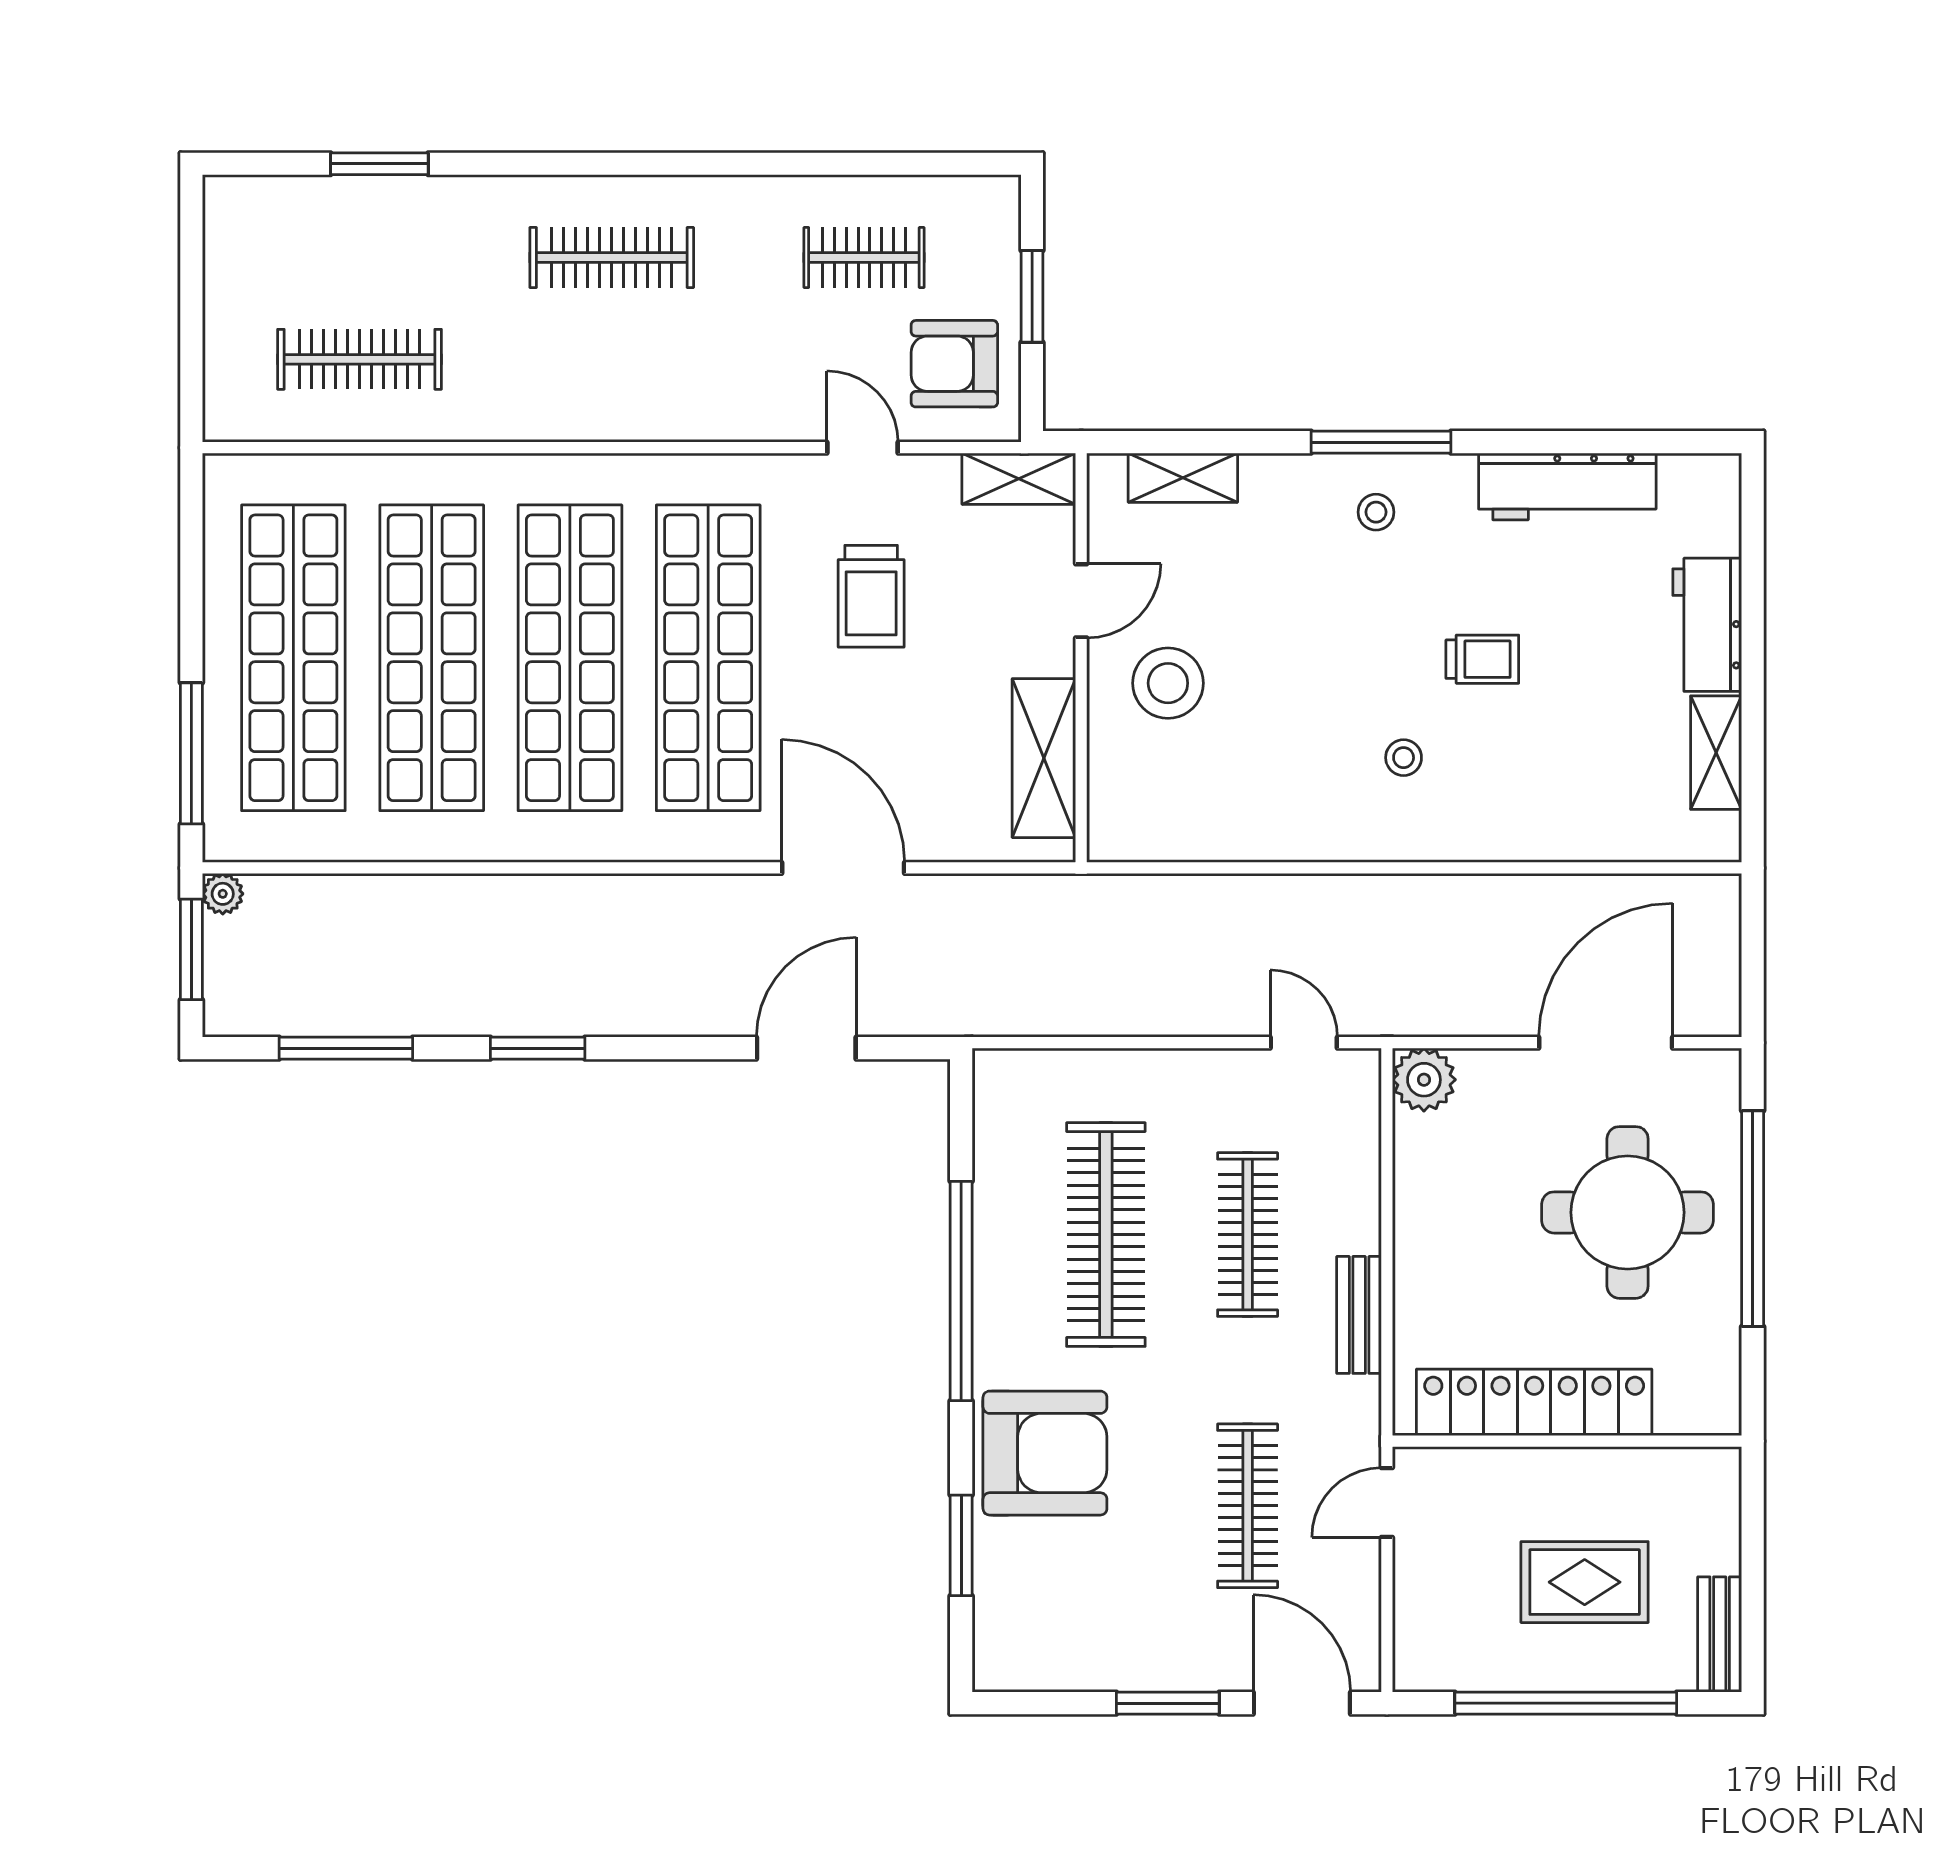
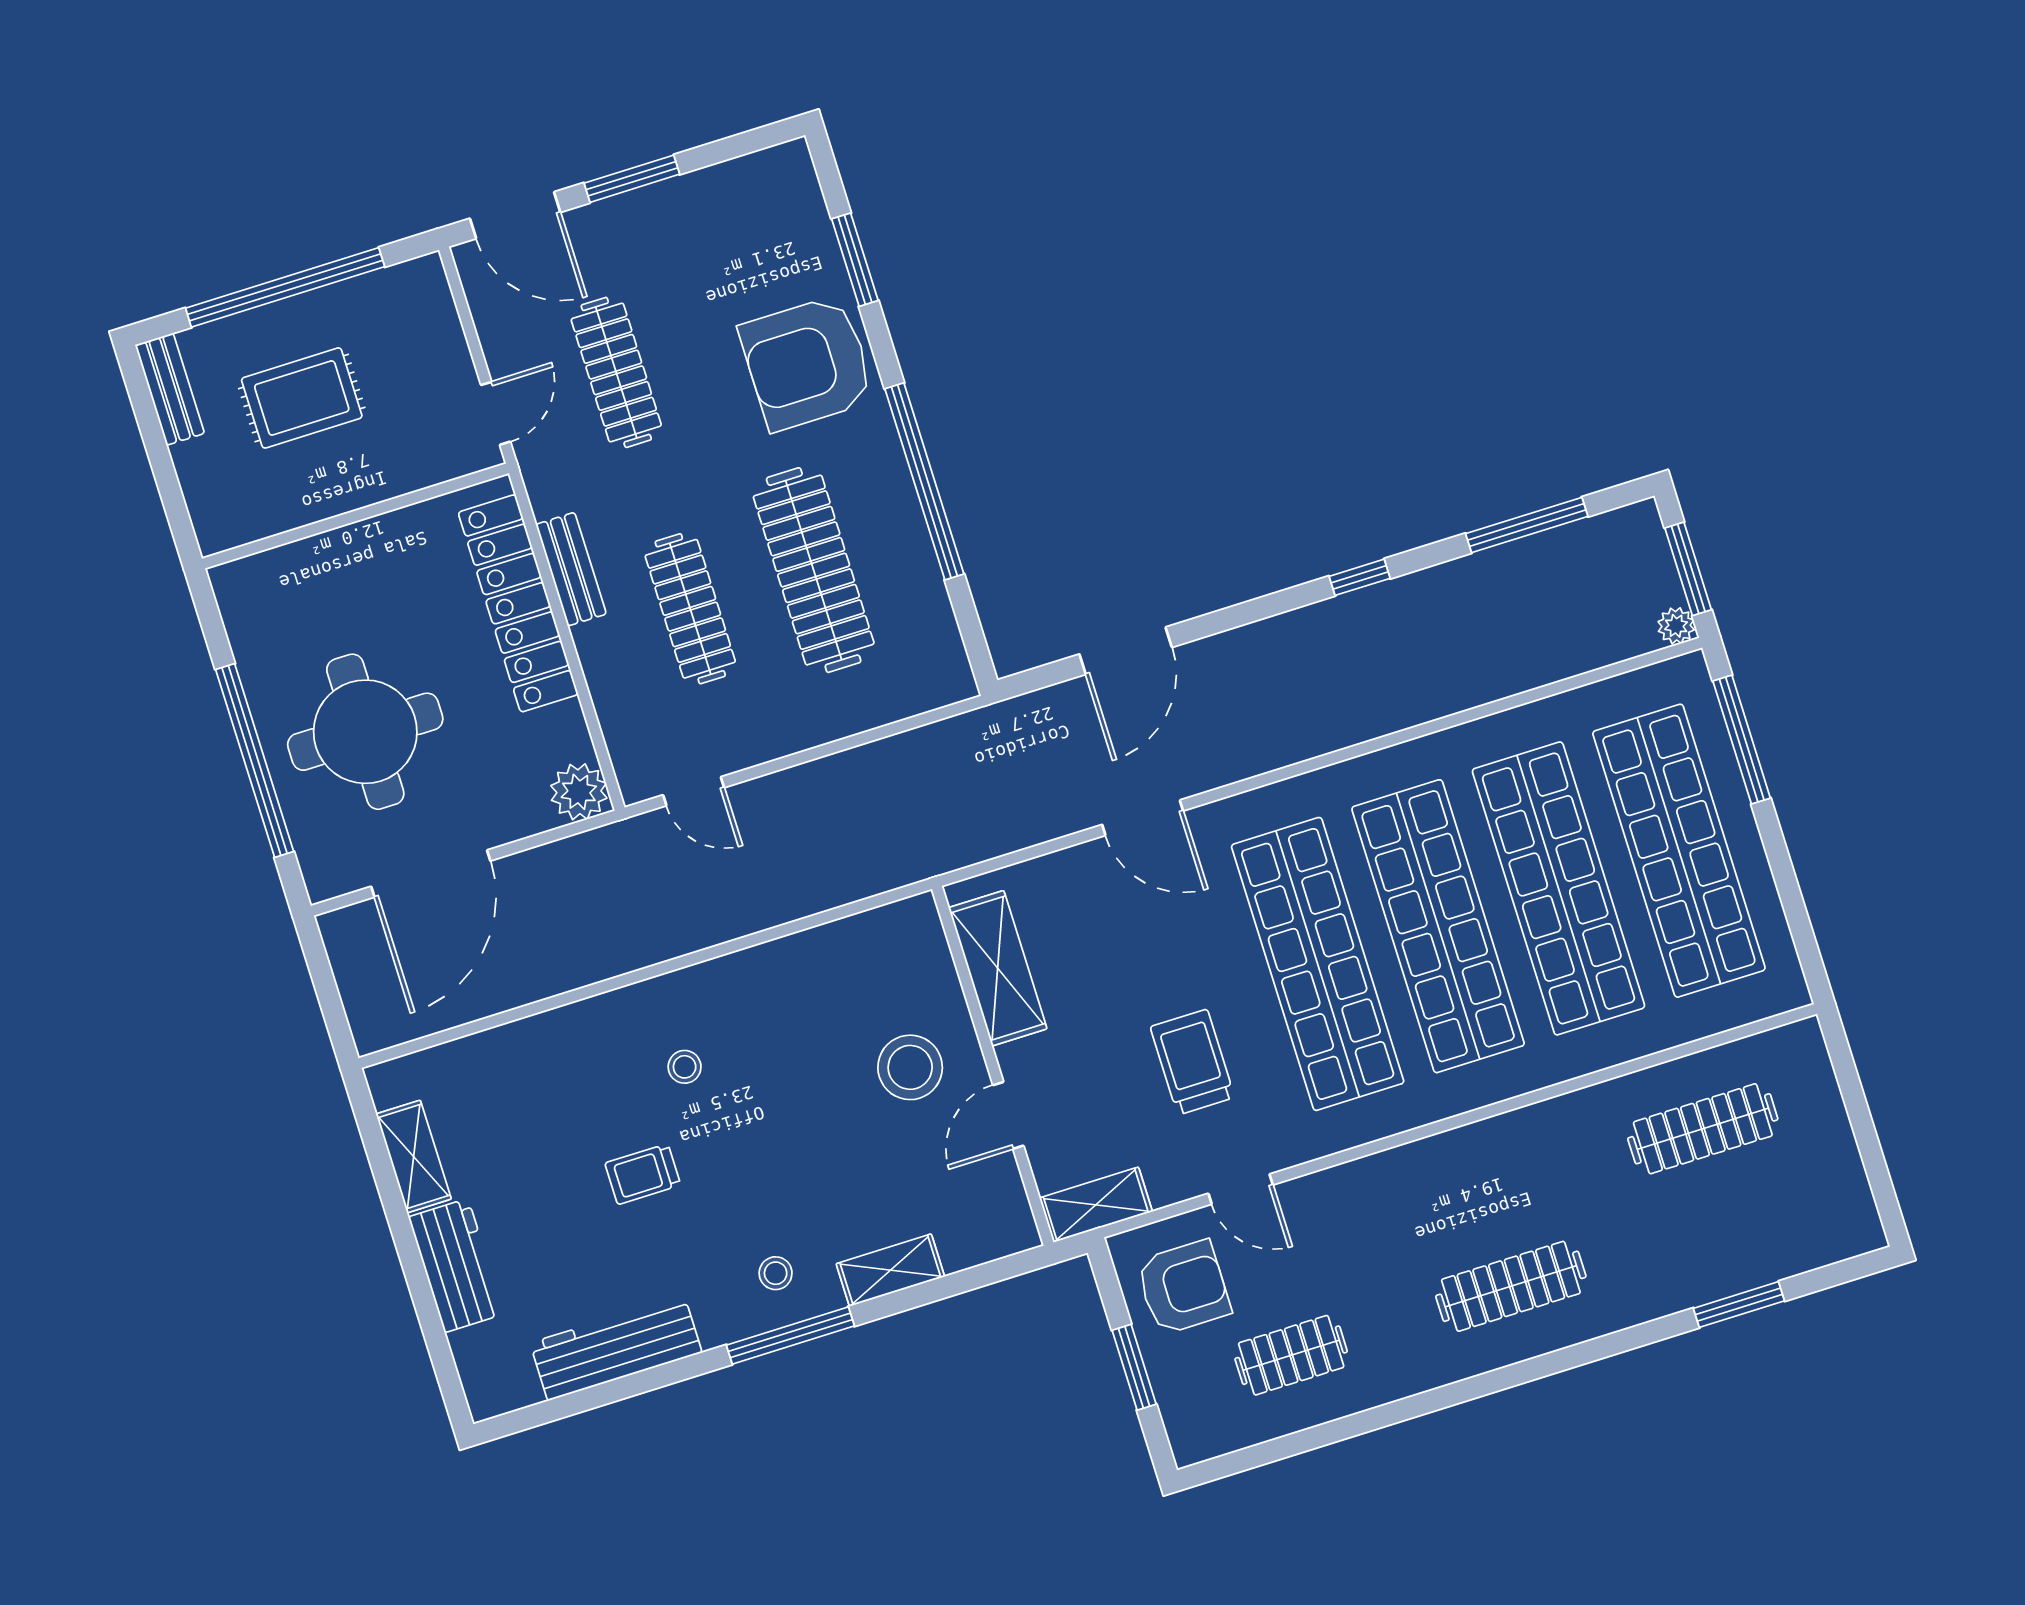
shelving: (1183, 478) -> (890, 1270), moved
door: (843, 868) -> (1143, 818), width x0.73
window: (538, 1048) -> (1360, 577), width x0.67
locker: (1534, 1402) -> (518, 603), moved, turned 90

